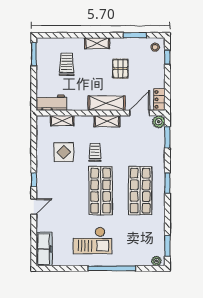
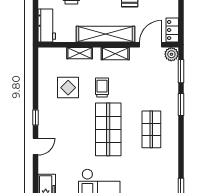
workbench: (51, 103) -> (47, 26), moved, turned 90
shelving: (107, 103) -> (105, 34), width x1.47
shelving: (62, 121) -> (80, 53), moved
window: (167, 183) -> (181, 105), moved
shop shelf: (140, 191) -> (151, 129), width x0.70, depth x0.74

